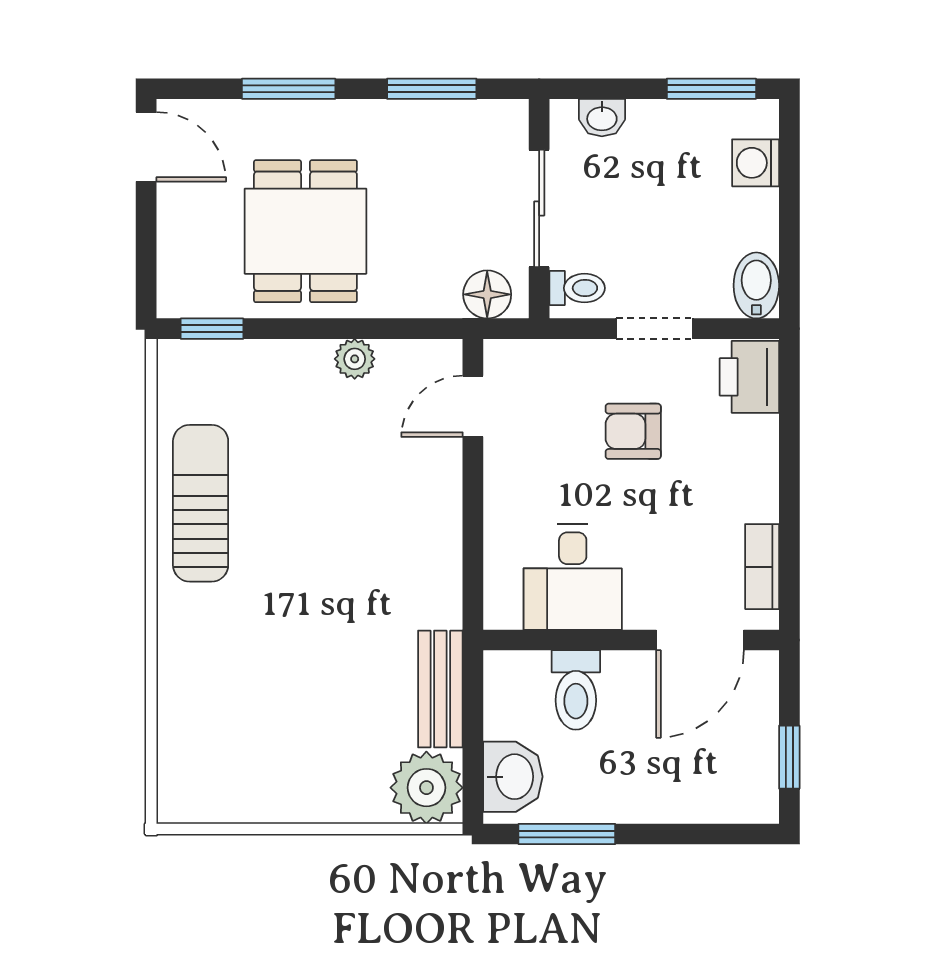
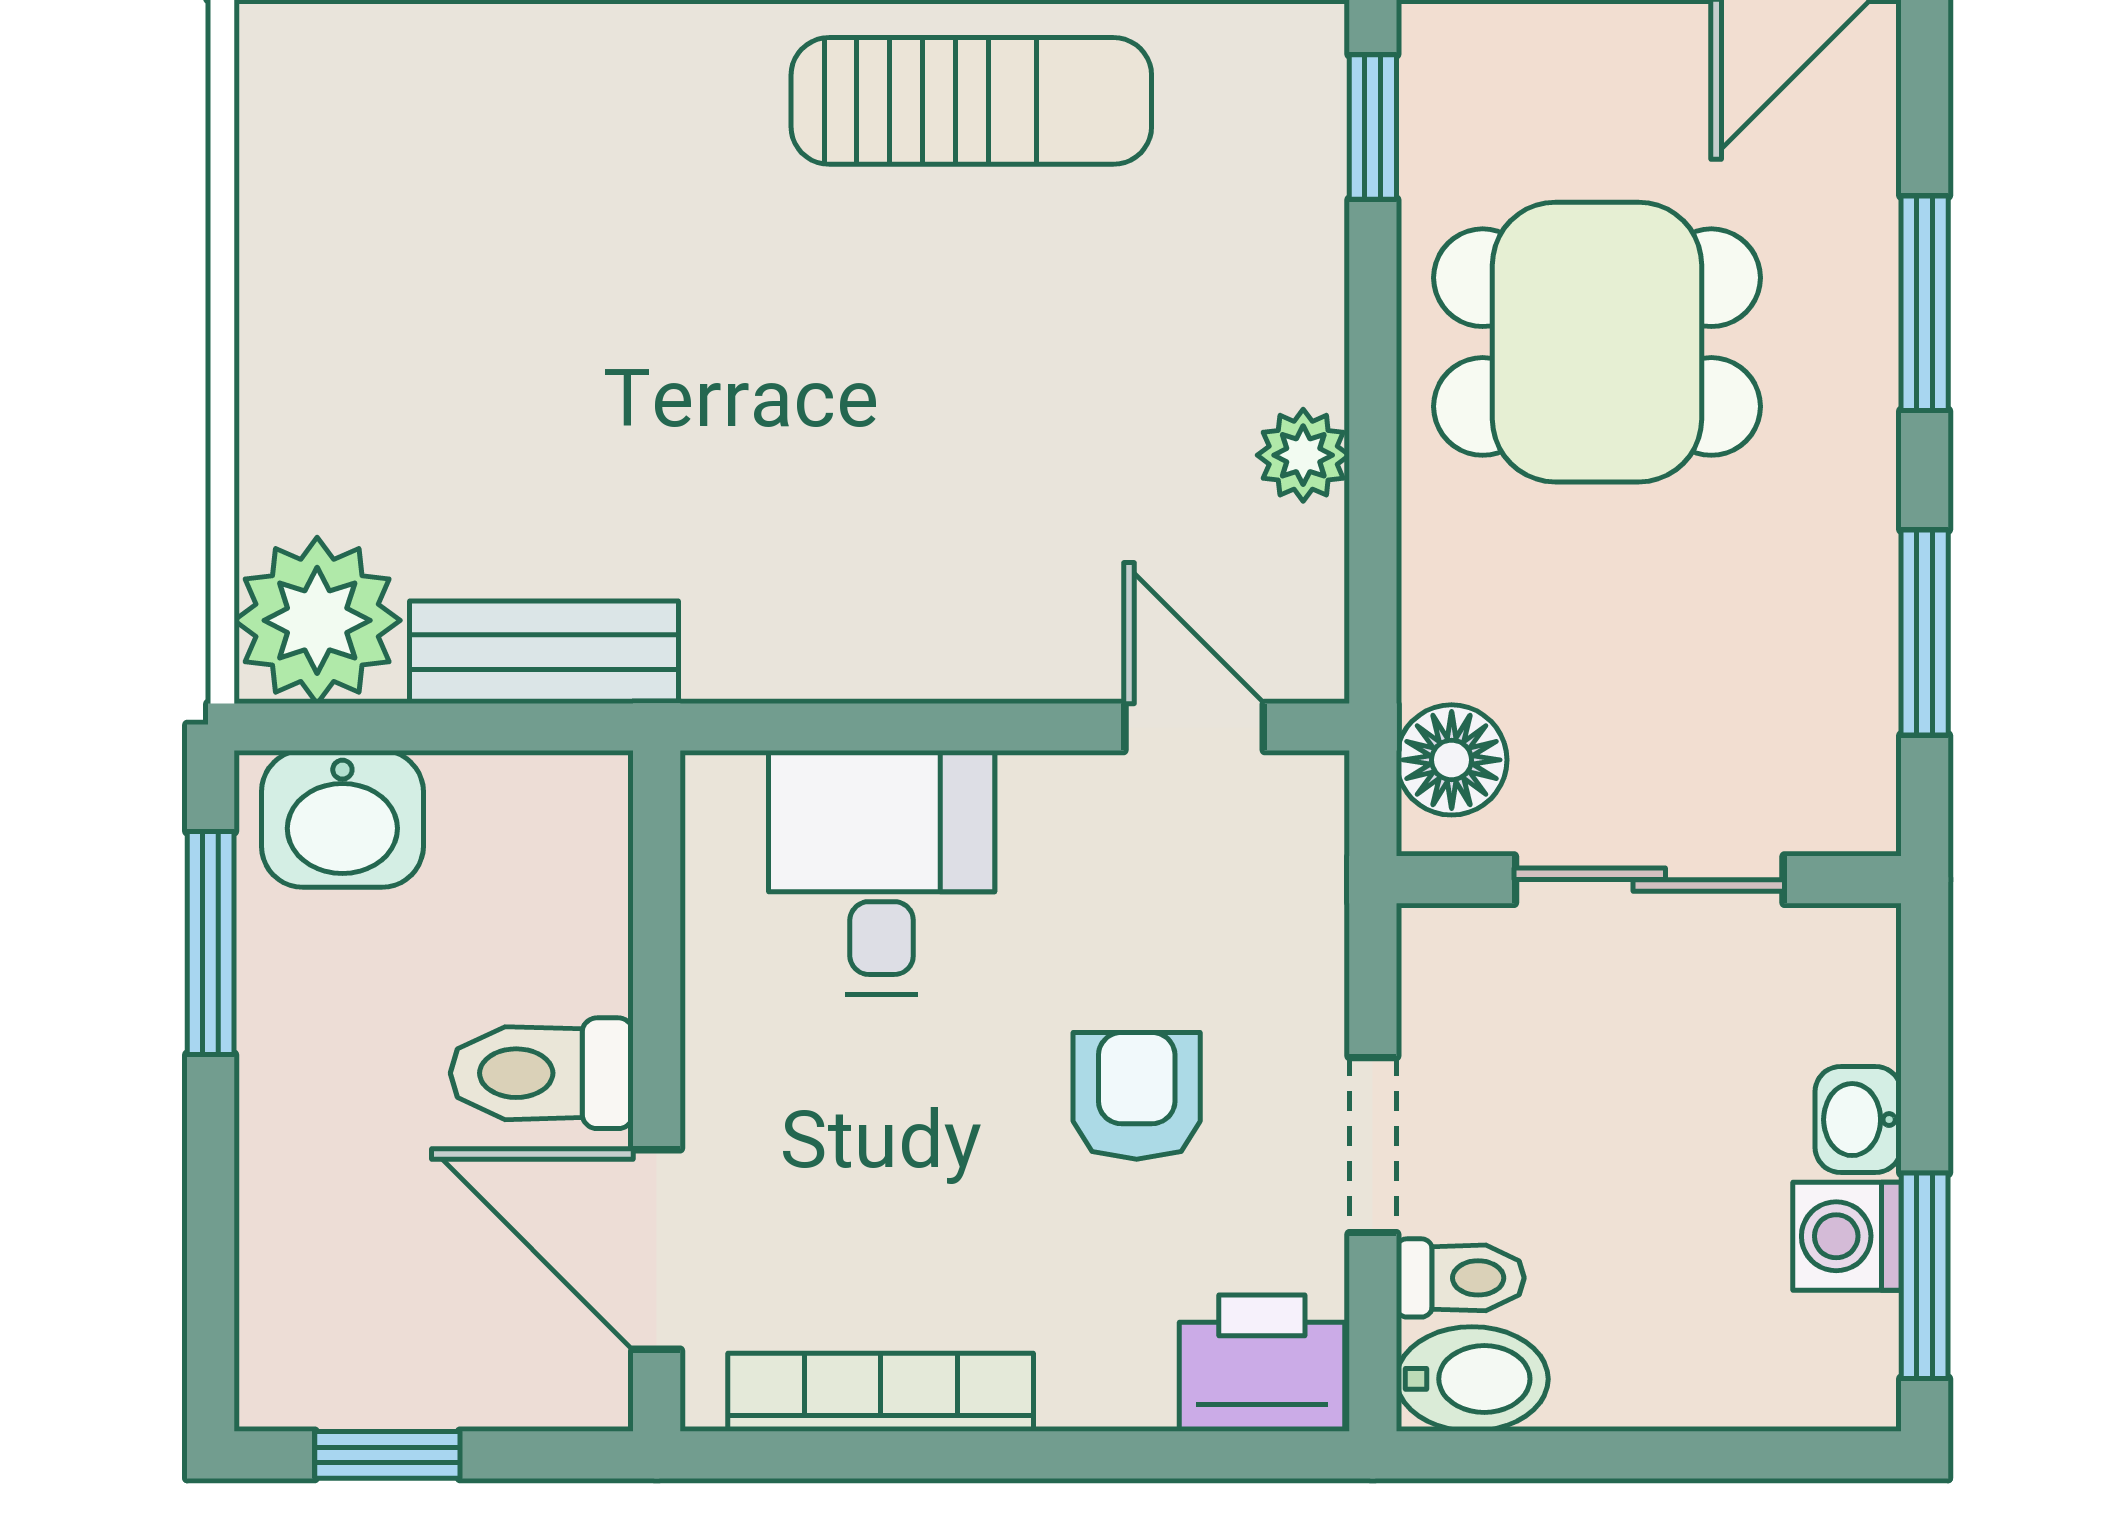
washbasin: (602, 118) -> (1858, 1120), moved
washing machine: (756, 163) -> (1847, 1236), moved, turned -90
toilet: (577, 288) -> (1460, 1278), moved, turned -90
bookcase: (762, 567) -> (881, 1392), width x1.56
desk: (573, 577) -> (882, 872), moved, turned 90
toilet: (576, 690) -> (542, 1073), moved

